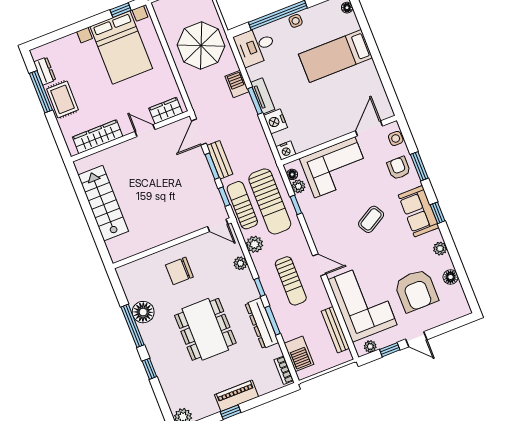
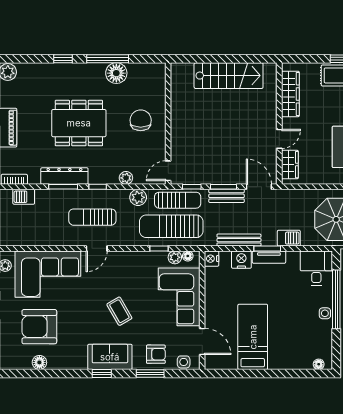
bed: (335, 56) -> (253, 337), moved
plant: (440, 249) -> (69, 363), removed
bench: (335, 330) -> (239, 240), moved
barbecue: (299, 354) -> (24, 197), width x0.73, depth x0.79

